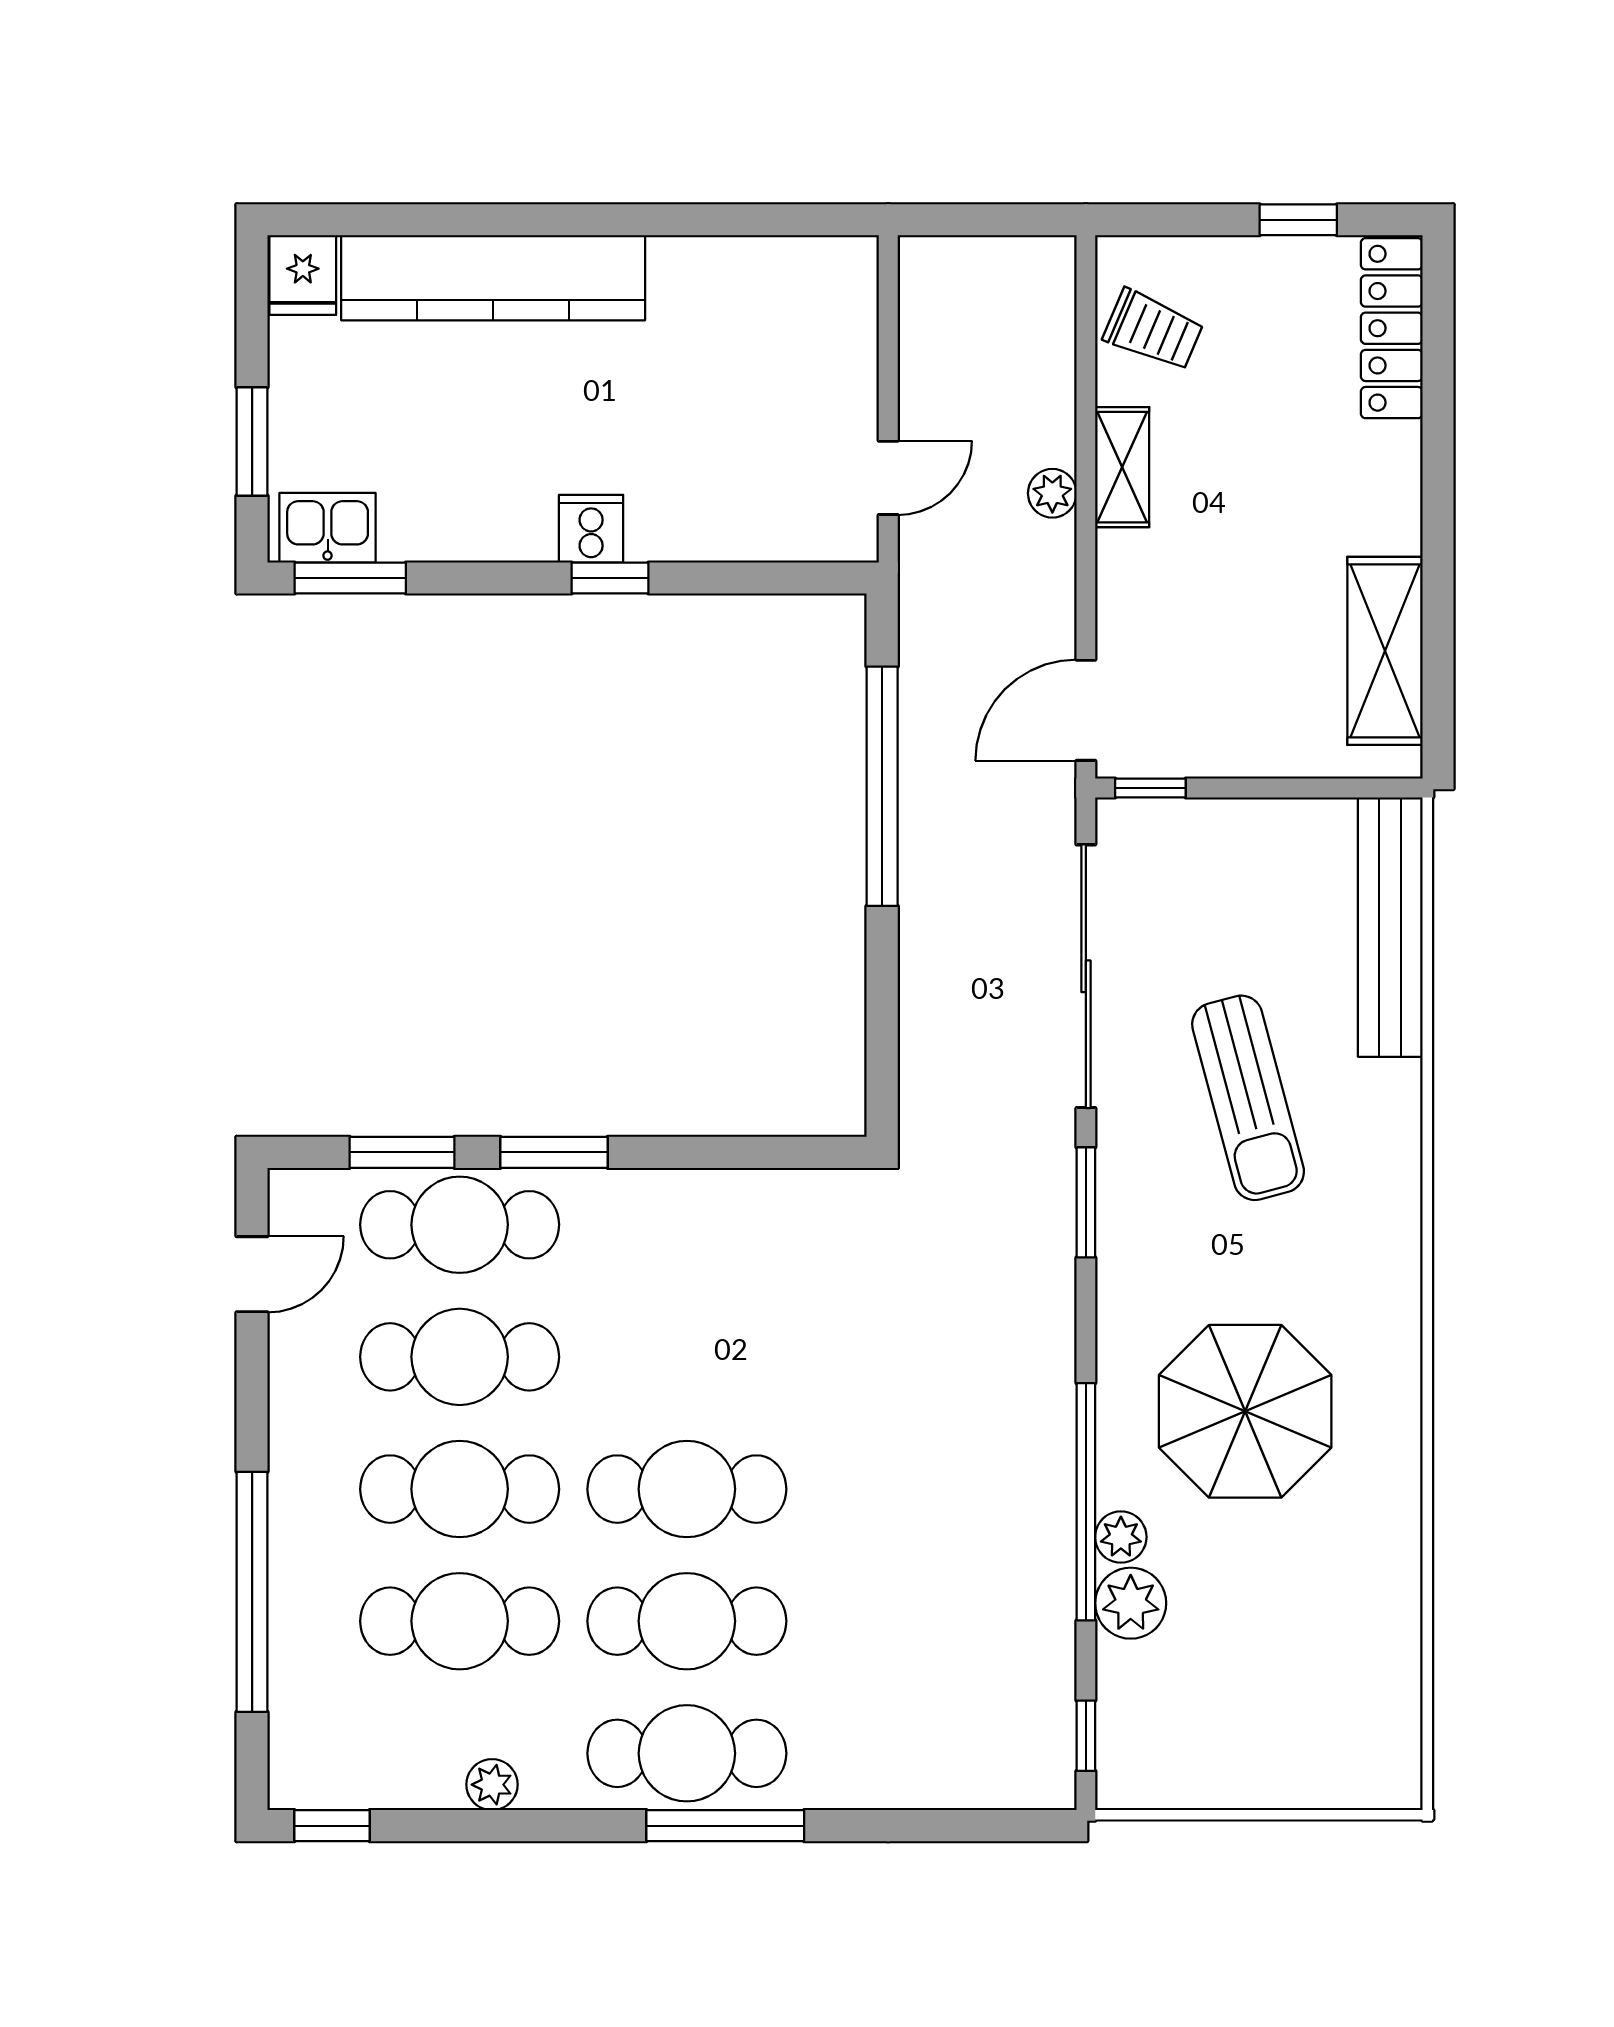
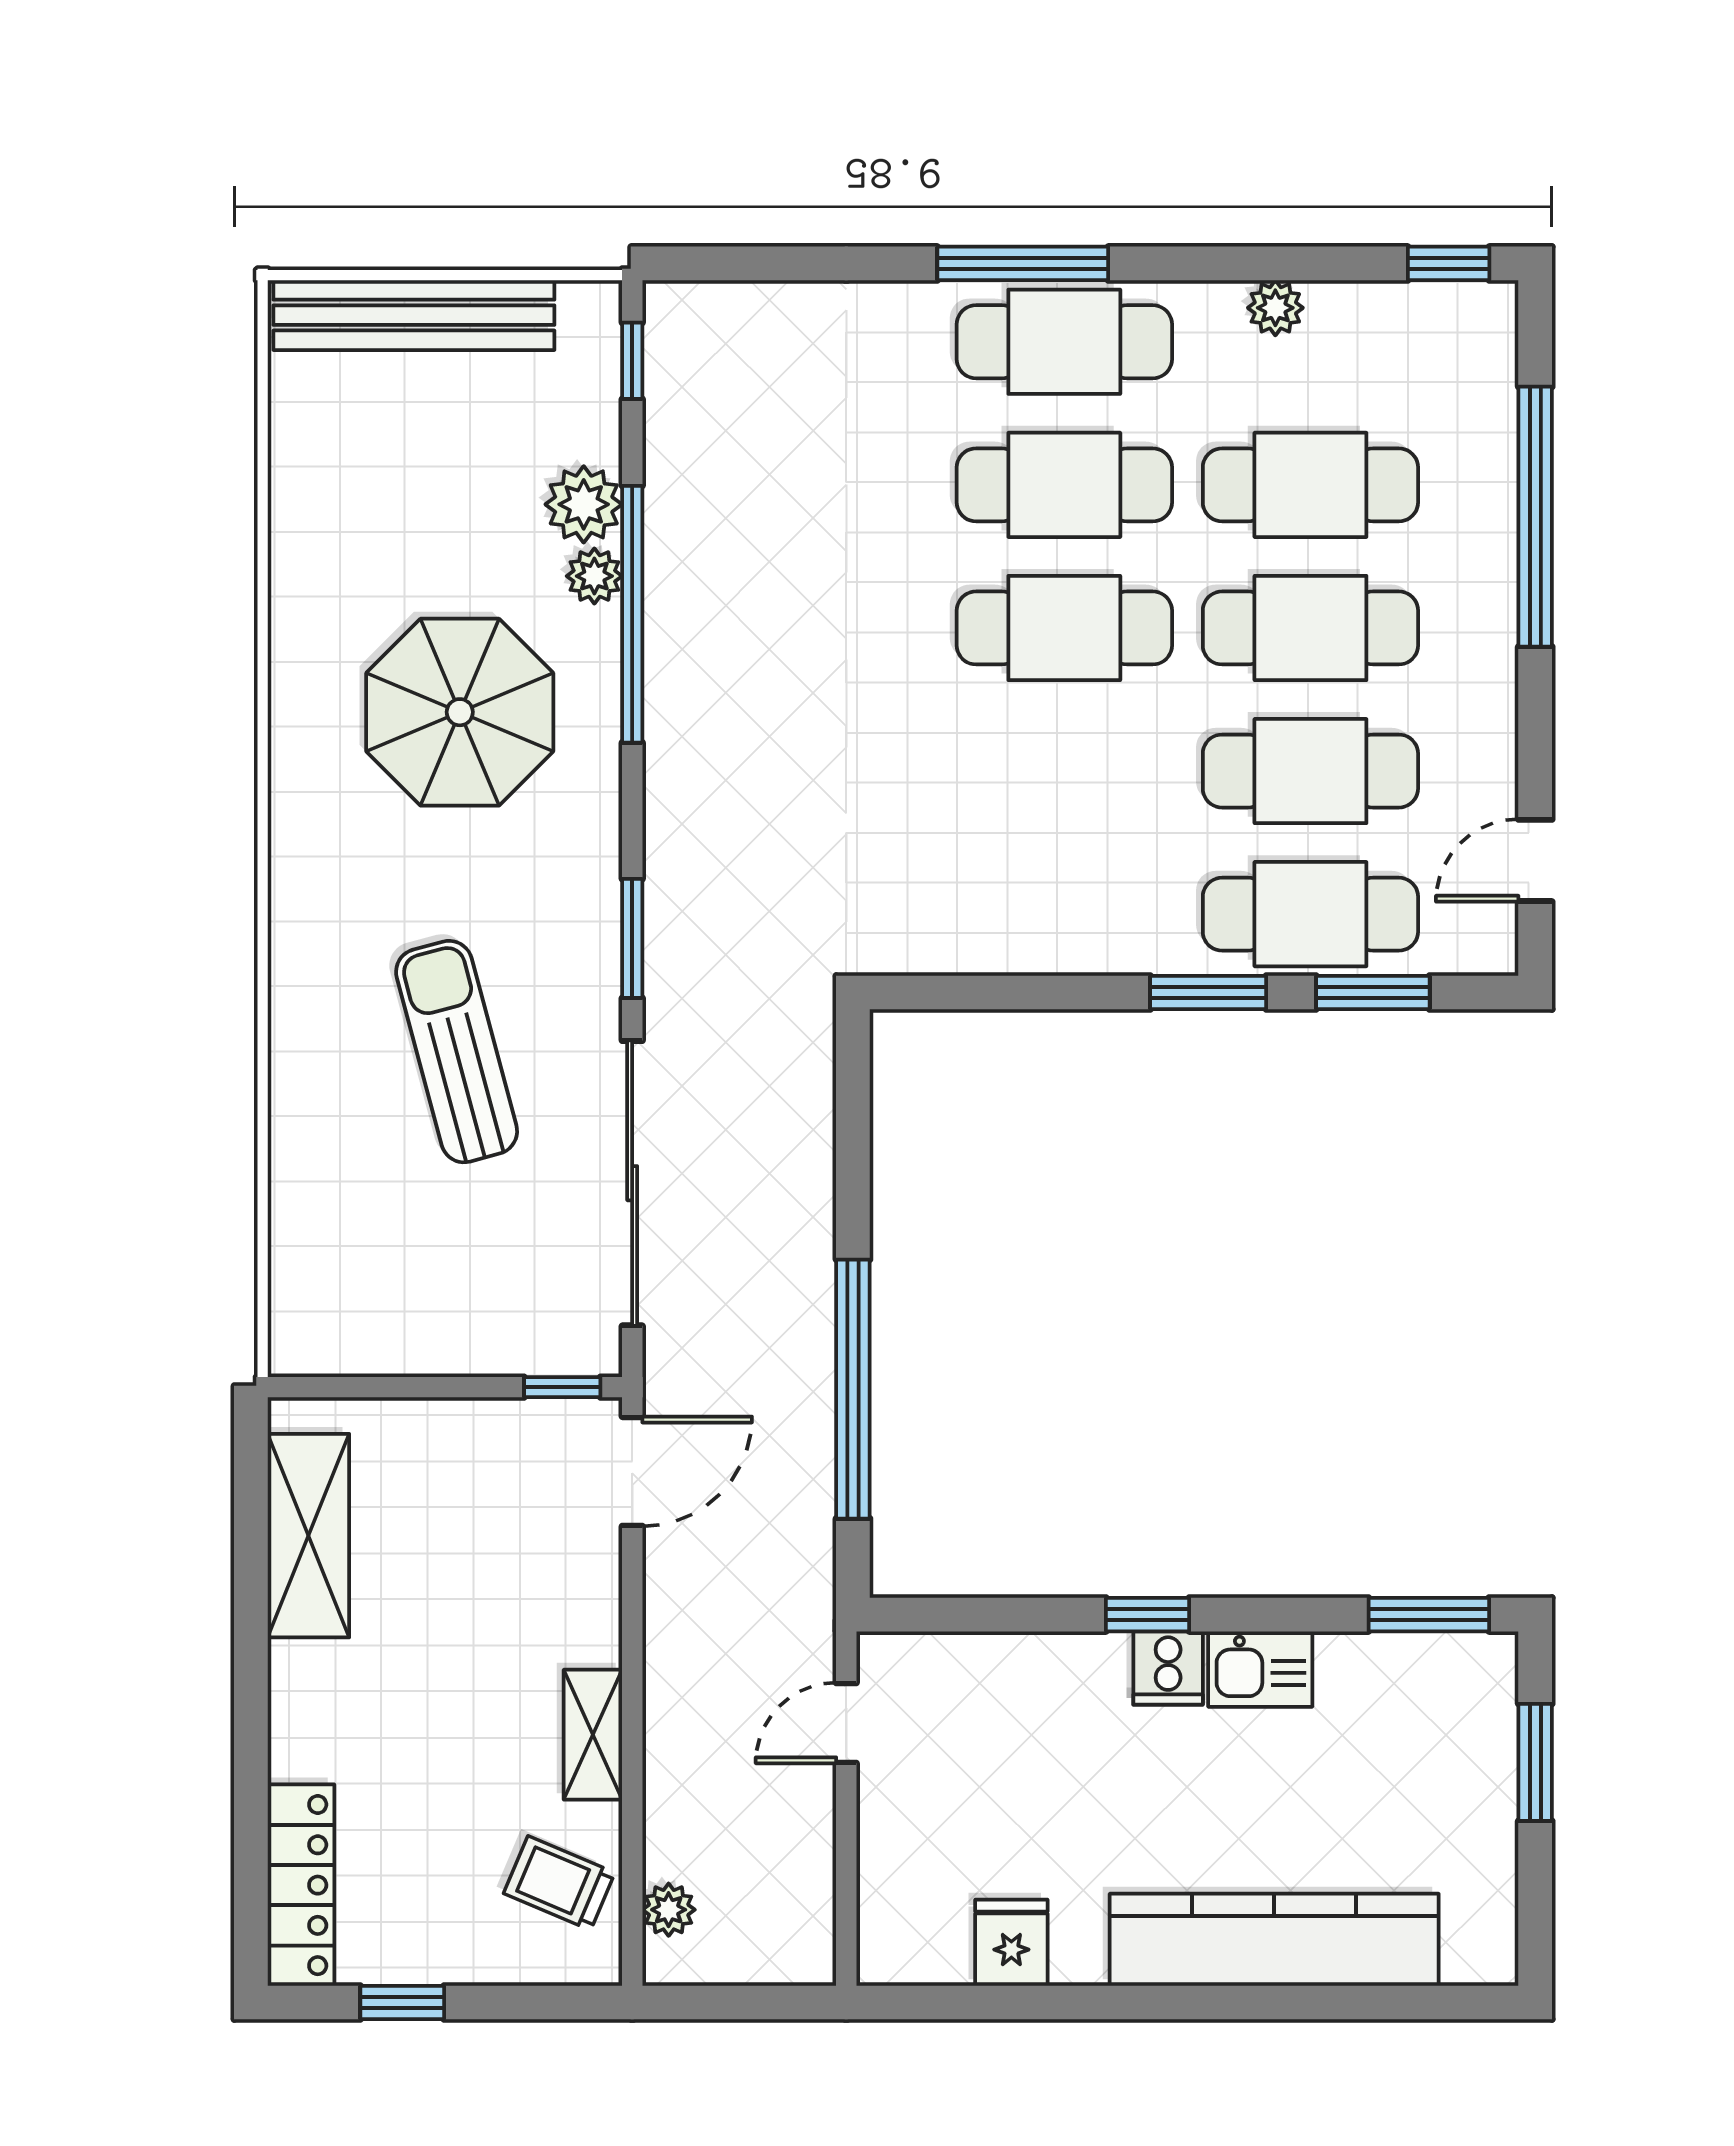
fridge: (303, 275) -> (1011, 1943), moved
plant: (1052, 493) -> (669, 1910), moved
kitchen sink: (328, 528) -> (1260, 1669), moved
bench: (1390, 927) -> (414, 315), moved, turned 90

